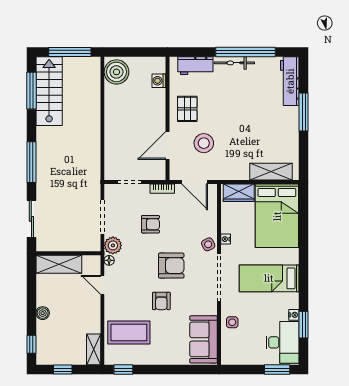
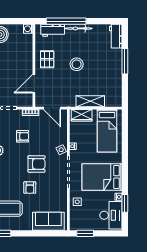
window: (246, 52) -> (66, 21), moved
washing machine: (159, 81) -> (28, 29), moved
workbench: (290, 81) -> (116, 36), width x0.73
stool: (204, 143) -> (77, 64), moved
shelving: (271, 172) -> (90, 101), moved
bed: (277, 216) -> (107, 131), width x0.67
bed: (269, 278) -> (102, 177), width x1.50
sofa: (203, 339) -> (48, 221), moved, turned 90
window: (277, 370) -> (85, 233), moved

